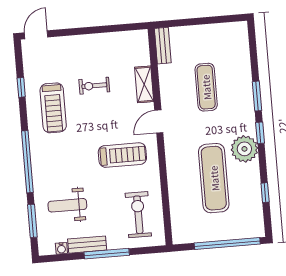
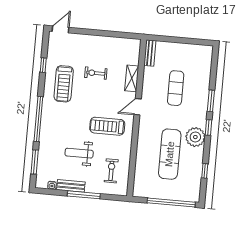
treadmill: (122, 155) -> (107, 126), turned 180
weight bench: (67, 205) -> (79, 153), moved
exercise bike: (138, 215) -> (111, 171), width x0.73, depth x0.72

